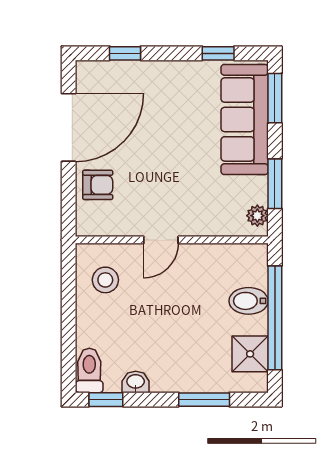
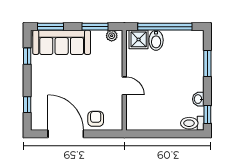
stool: (105, 280) -> (145, 115), removed
shower: (250, 354) -> (139, 39), moved

